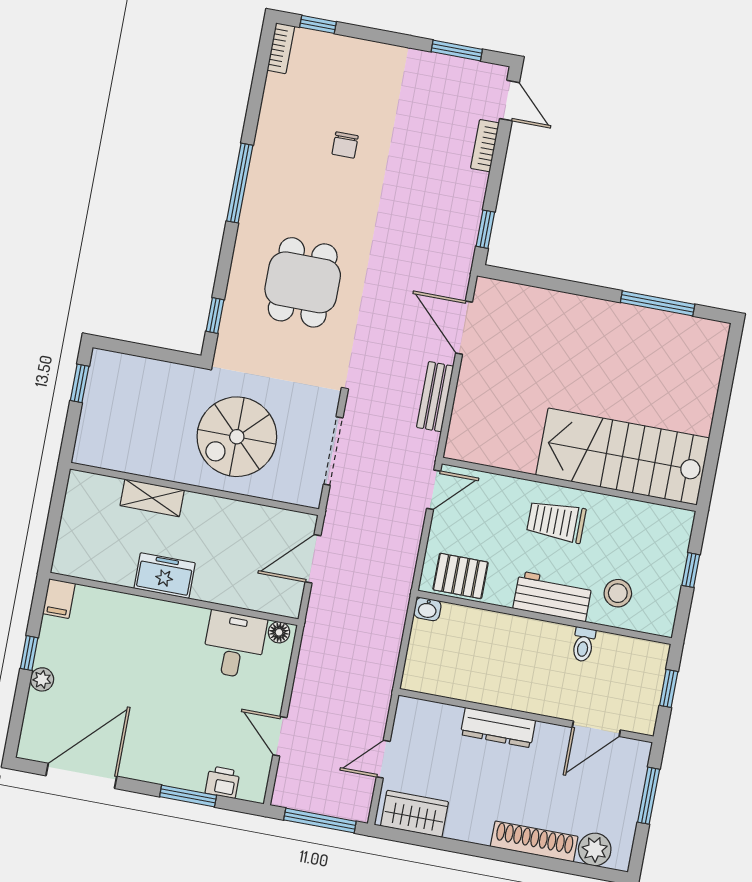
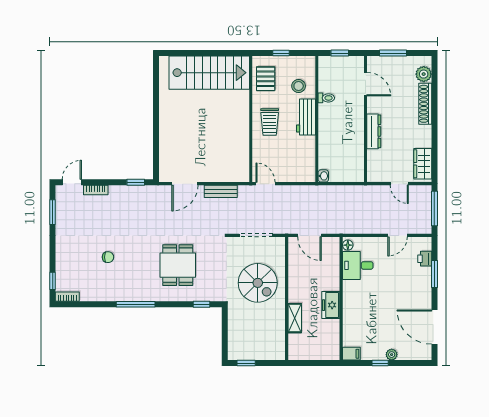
dining table: (303, 282) -> (178, 265), turned 90
window: (658, 303) -> (156, 93), removed
stairs: (623, 457) -> (209, 73), moved, turned -90
pallet: (461, 576) -> (266, 79), moved

